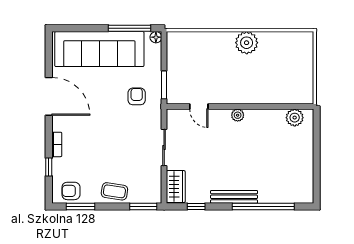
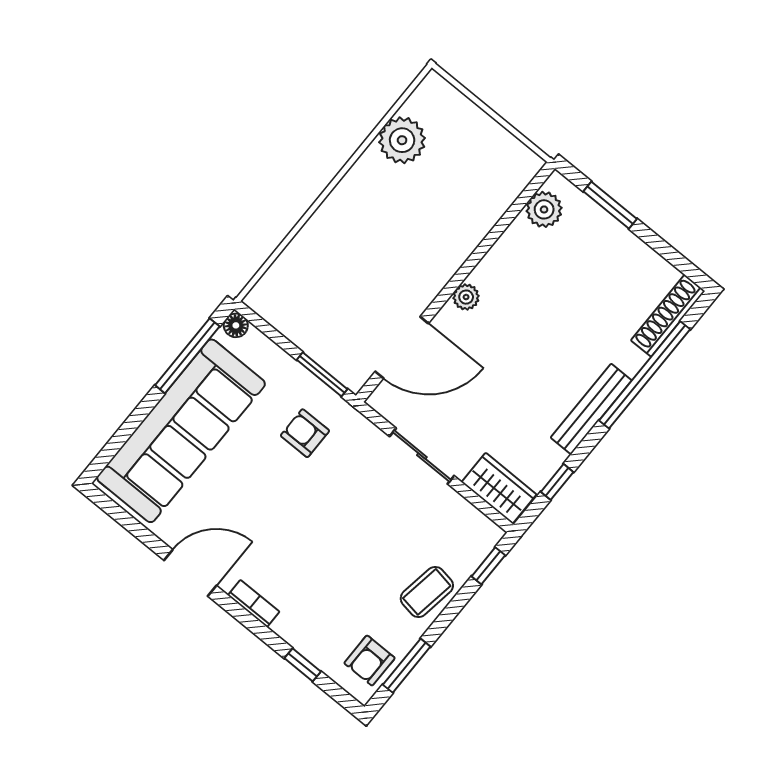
plant: (247, 43) -> (402, 140), moved
door: (49, 96) -> (190, 573), width x0.73
door: (199, 107) -> (402, 347), width x1.87
window: (317, 141) -> (610, 205), added
bookcase: (57, 144) -> (254, 603), moved
shoe rack: (293, 197) -> (668, 316), added
window: (143, 206) -> (488, 566), width x0.67

